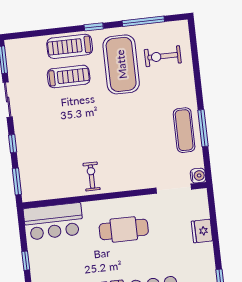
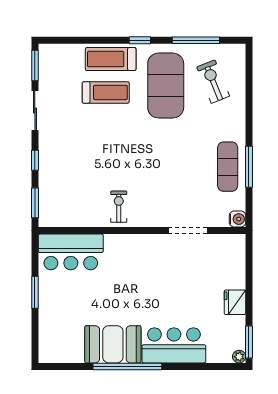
exercise bike: (163, 56) -> (213, 82), turned 68
doorway: (174, 189) -> (188, 231), moved
cafe table: (124, 229) -> (148, 270), removed
fridge: (202, 231) -> (235, 302), moved
window: (26, 261) -> (35, 292), width x1.50

